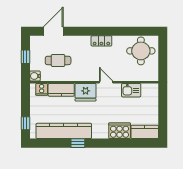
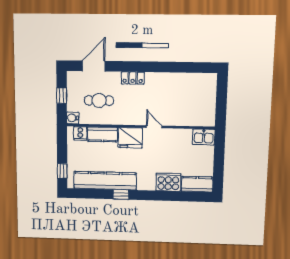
locker: (101, 41) -> (133, 78), moved
round table: (141, 51) -> (196, 91), removed
kitchen sink: (131, 90) -> (204, 137), moved

